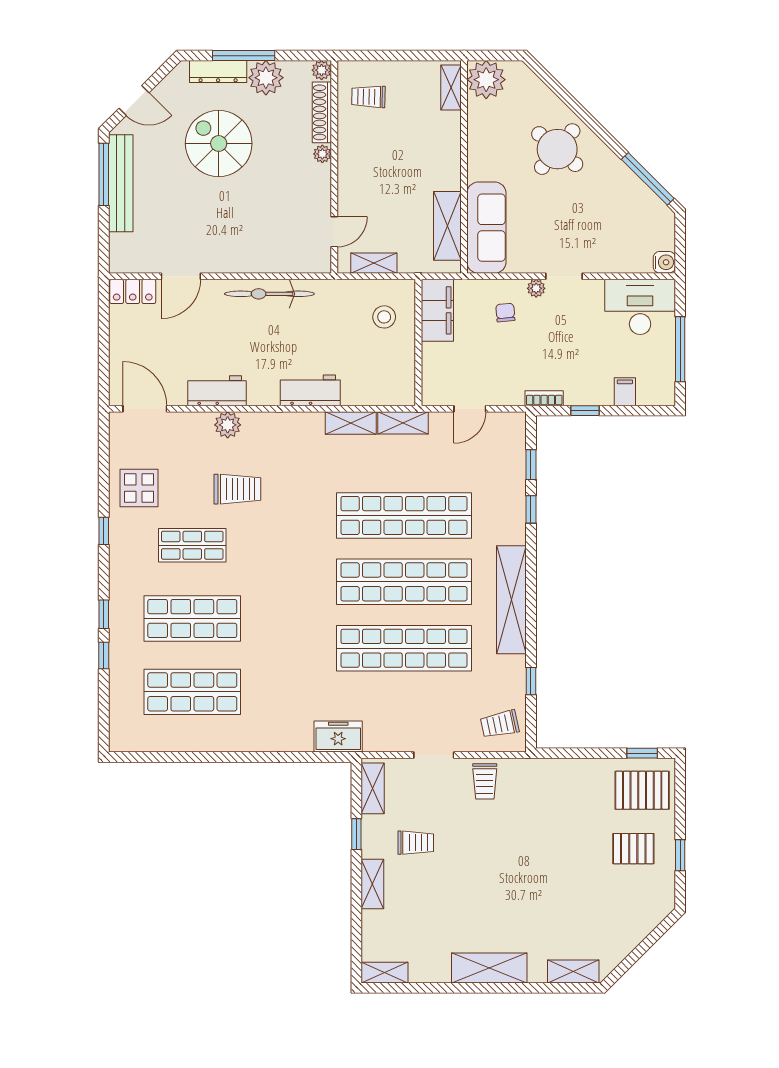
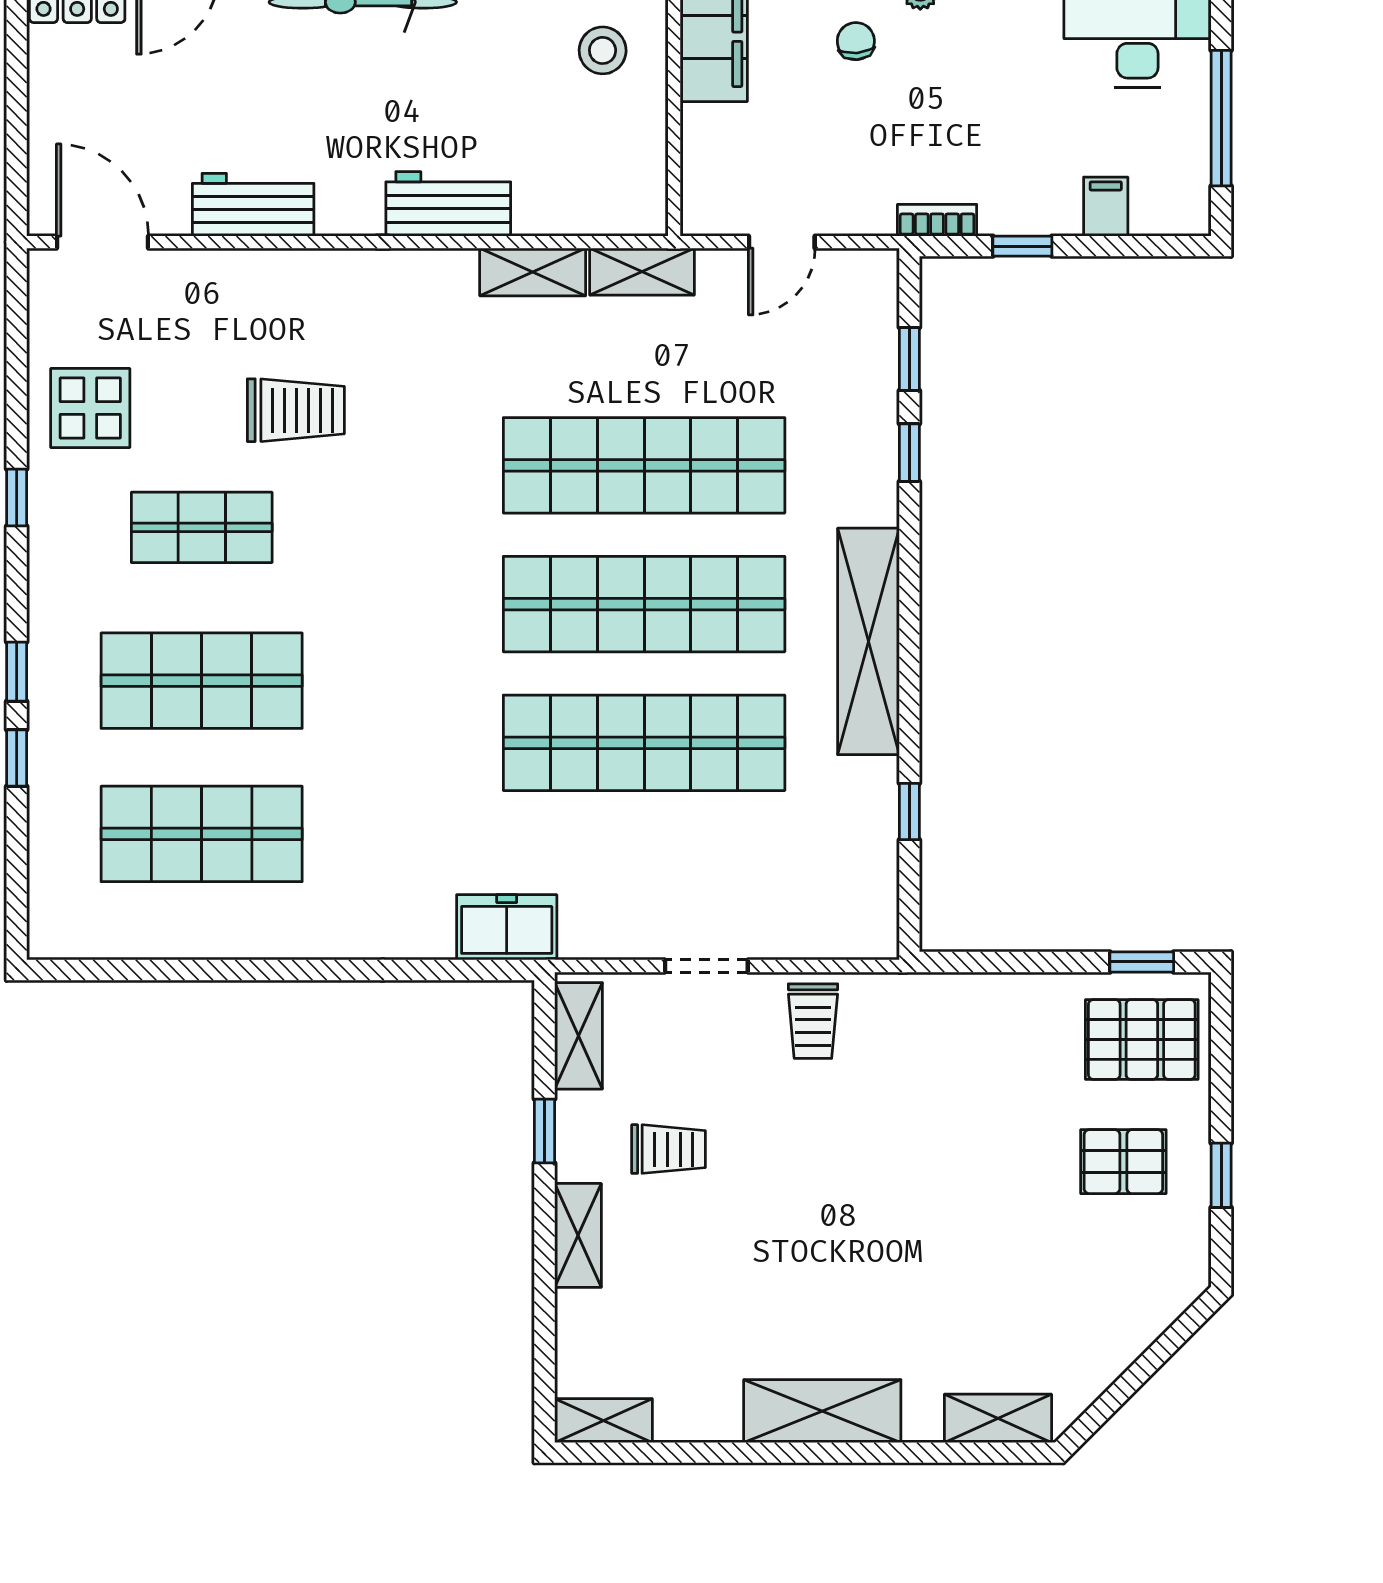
plant: (228, 425) -> (276, 276), removed
trolley: (500, 724) -> (844, 901), removed

